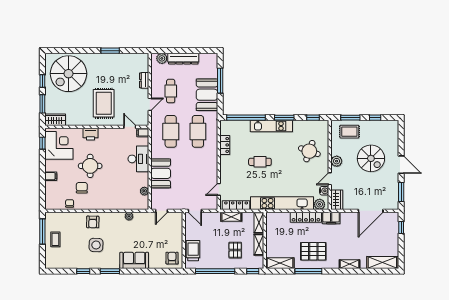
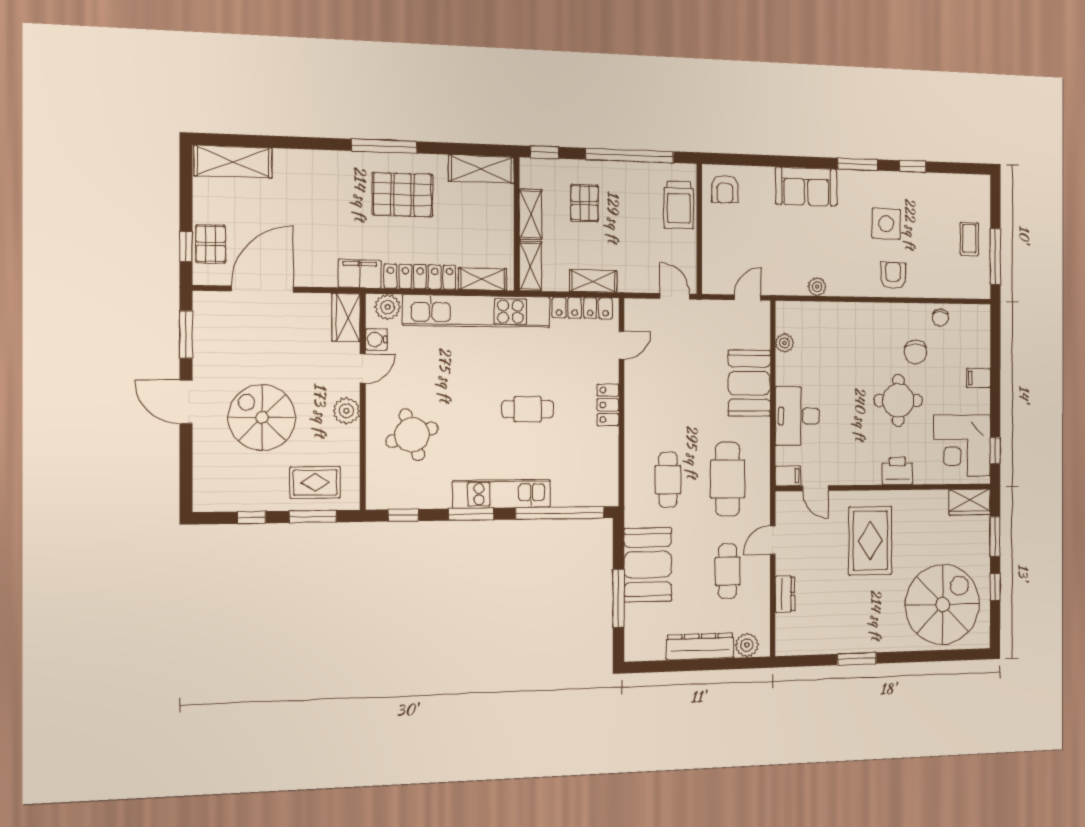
cafe table: (198, 131) -> (668, 480), width x0.73, depth x0.74
locker: (225, 145) -> (608, 405), moved
round table: (309, 151) -> (412, 435), turned -37
pallet: (391, 229) -> (211, 244), added
shelving: (350, 264) -> (483, 279), moved
window: (308, 271) -> (384, 146), moved

